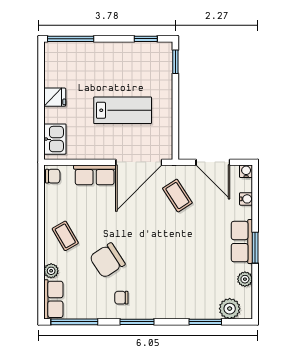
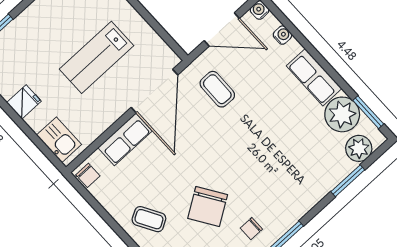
lab bench: (123, 110) -> (97, 57), turned 180
chair: (53, 176) -> (88, 175), turned 90
coffee table: (177, 196) -> (217, 89), turned 34
window: (255, 248) -> (368, 112), moved
plant: (245, 279) -> (342, 114), width x1.88, depth x1.88

